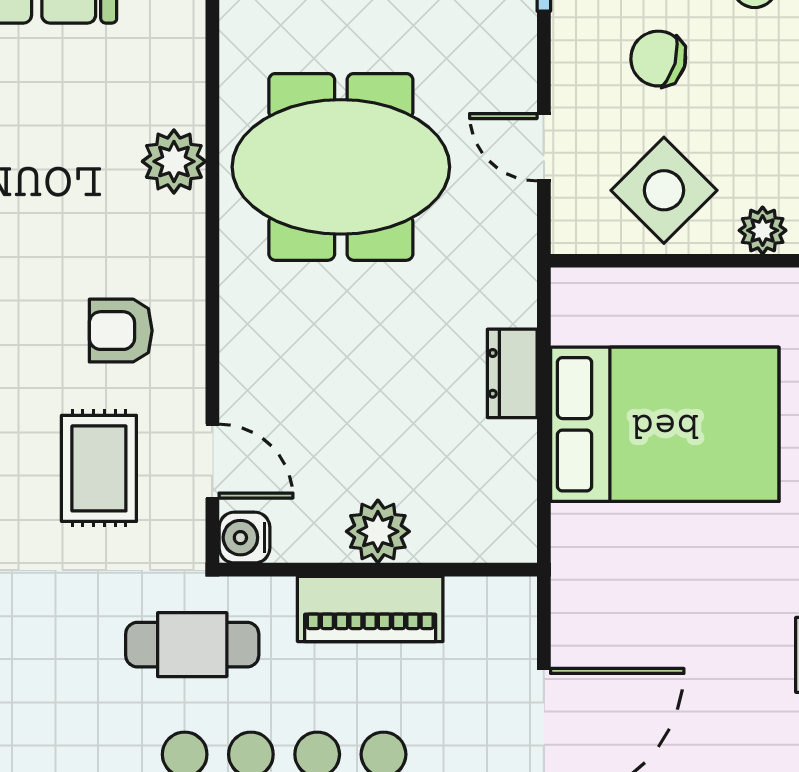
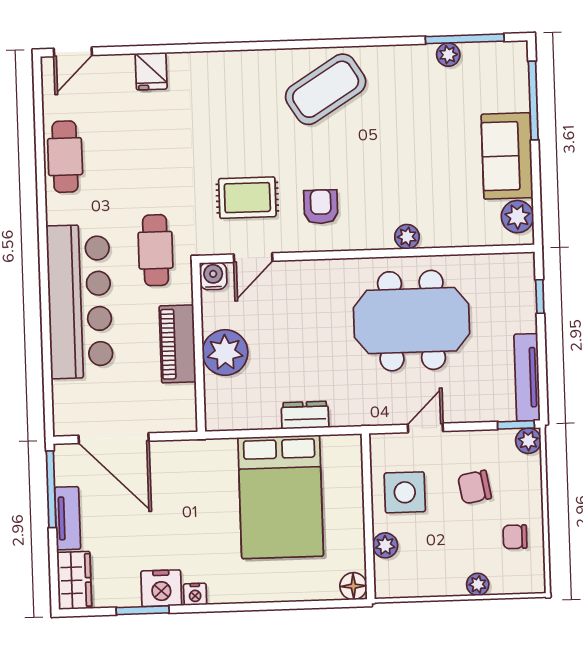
chair: (658, 59) -> (475, 487), turned -116
plant: (174, 161) -> (407, 237), width x0.73, depth x0.73
meeting table: (341, 167) -> (411, 321), turned 90
side table: (664, 190) -> (405, 492), turned 45
plant: (378, 531) -> (225, 353), width x1.36, depth x1.36

